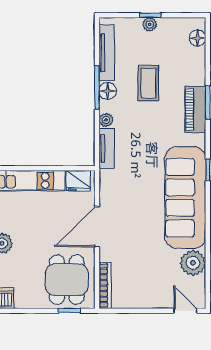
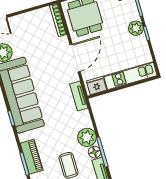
plant: (106, 120) -> (87, 137), width x1.87, depth x1.87
tv unit: (107, 148) -> (79, 96), moved

